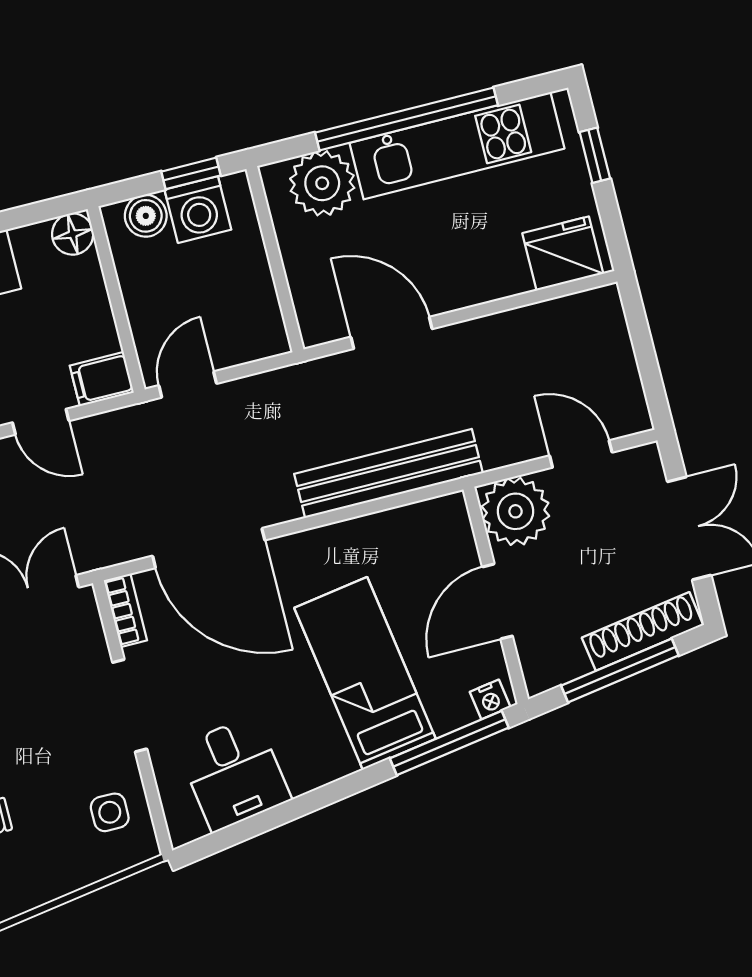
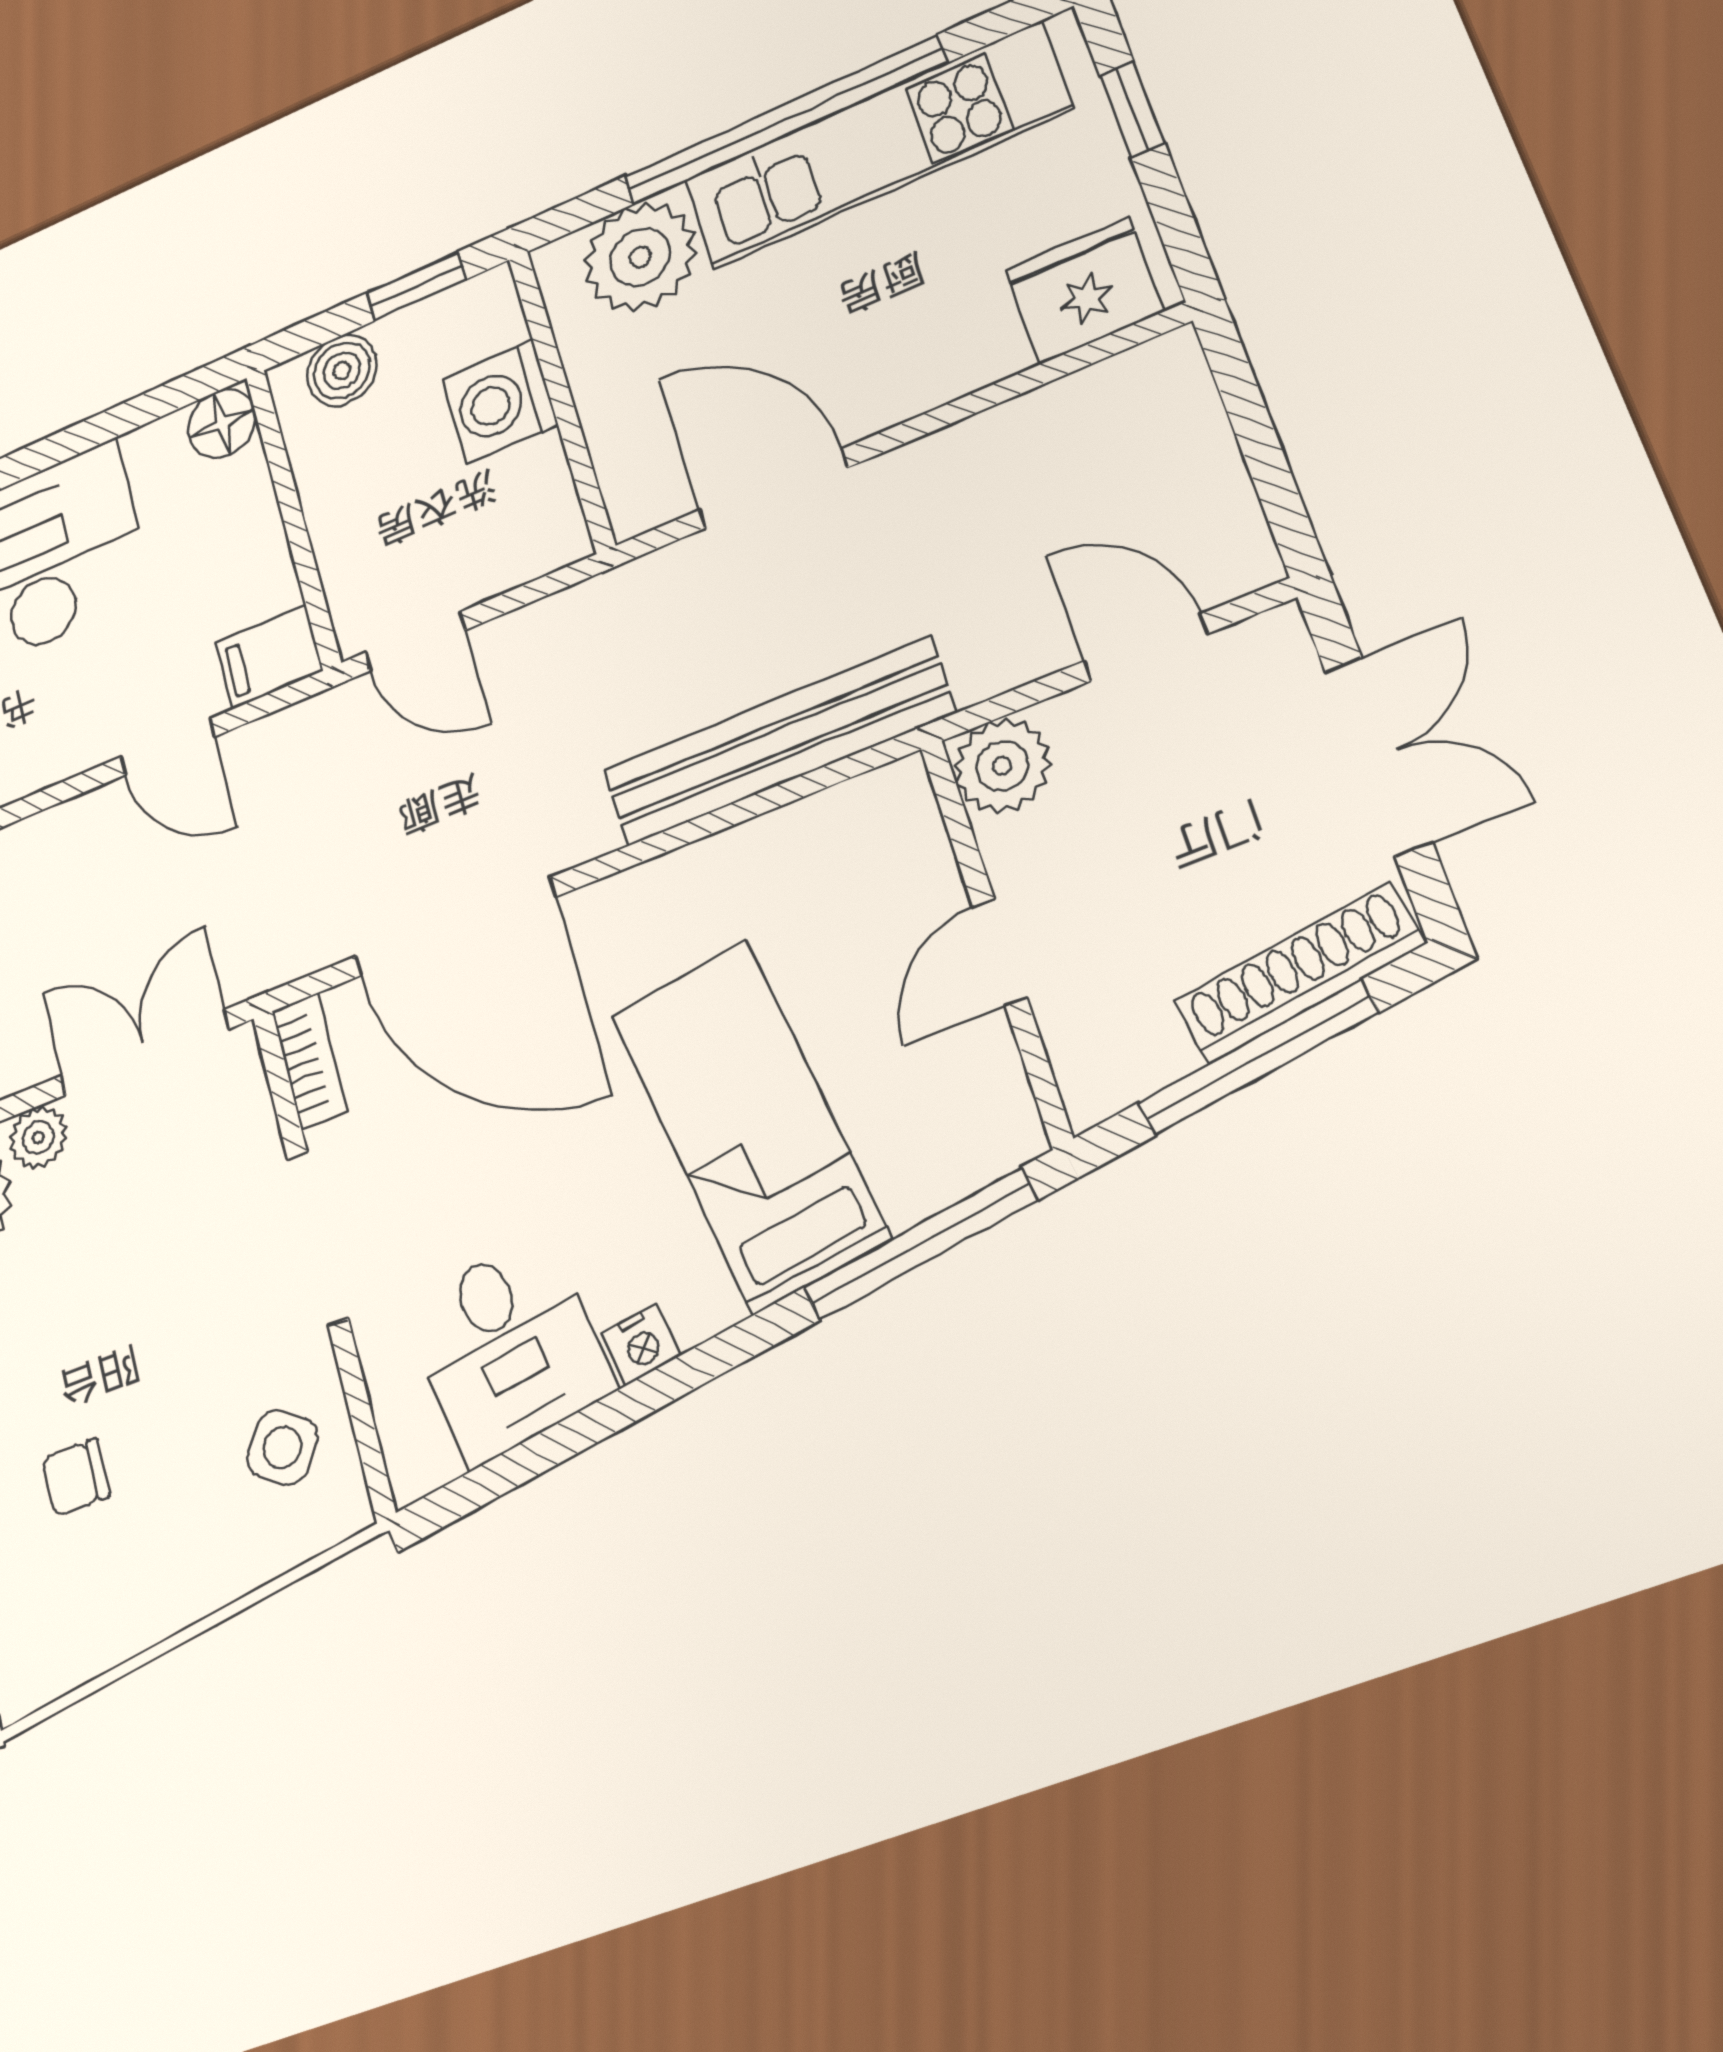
washing machine: (198, 210) -> (500, 402), moved, turned 90
door: (188, 385) -> (415, 641), swing flipped
plant: (516, 511) -> (1002, 766), width x0.73, depth x0.73
door: (497, 601) -> (1000, 952), width x0.73
nightstand: (490, 699) -> (641, 1344), moved
side table: (110, 812) -> (282, 1447), turned 35

